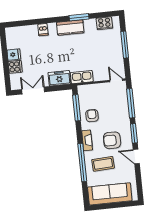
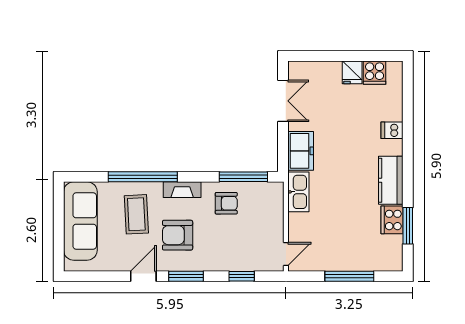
window: (79, 17) -> (408, 226), moved
cooker: (104, 23) -> (392, 220), moved
cooker: (15, 67) -> (375, 73), moved
window: (131, 103) -> (242, 276), width x0.46
armchair: (112, 140) -> (178, 235), turned -90

